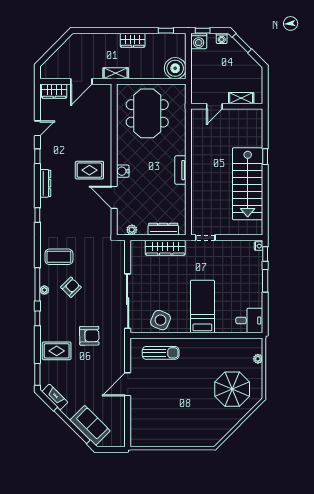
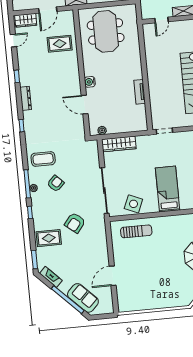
door: (37, 128) -> (13, 41), moved
rug: (89, 170) -> (60, 44), moved
tv unit: (180, 170) -> (140, 92), moved
dresser: (163, 229) -> (128, 127), removed
wardrobe: (165, 248) -> (119, 144), moved
armchair: (89, 336) -> (75, 223), turned 129
door: (128, 384) -> (113, 276), moved

